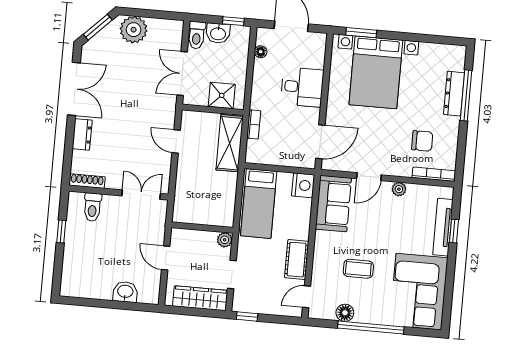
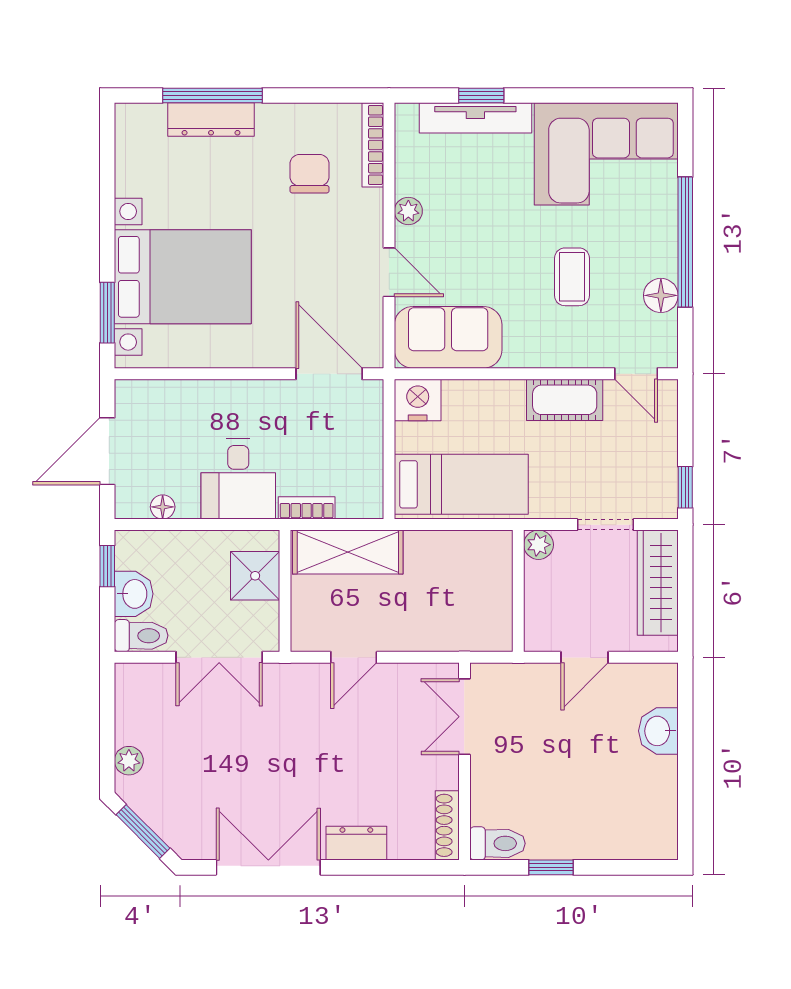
plant: (134, 30) -> (129, 761), width x0.53, depth x0.53
desk: (302, 87) -> (238, 479), moved, turned 180
toilet: (92, 207) -> (497, 843), moved

